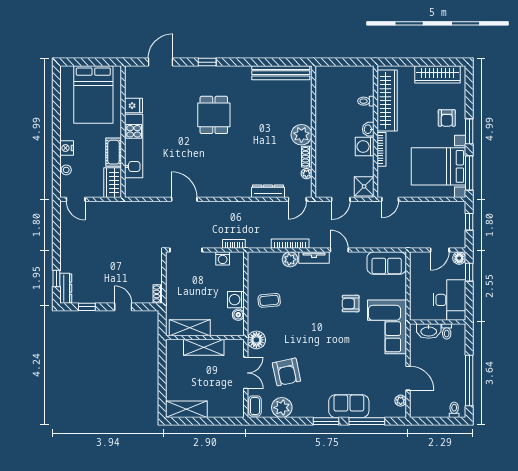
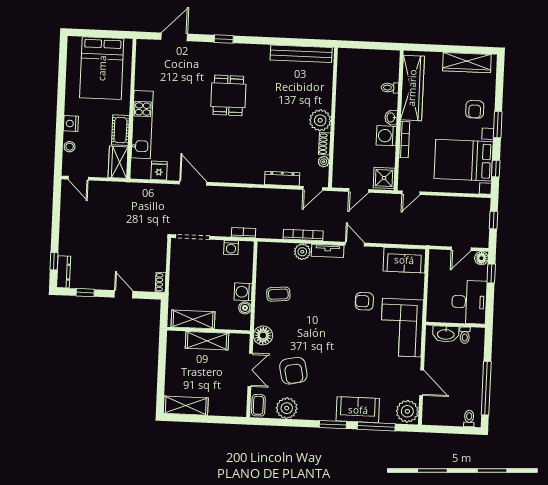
fridge: (133, 106) -> (159, 171), moved, turned -90
window: (469, 173) -> (496, 169), width x0.46
plant: (401, 401) -> (407, 411), width x1.87, depth x1.87

